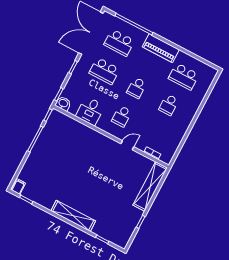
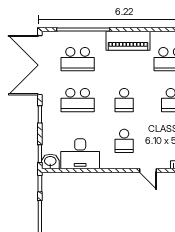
desk: (90, 111) -> (80, 154), width x1.37
door: (127, 145) -> (148, 171), swing flipped

